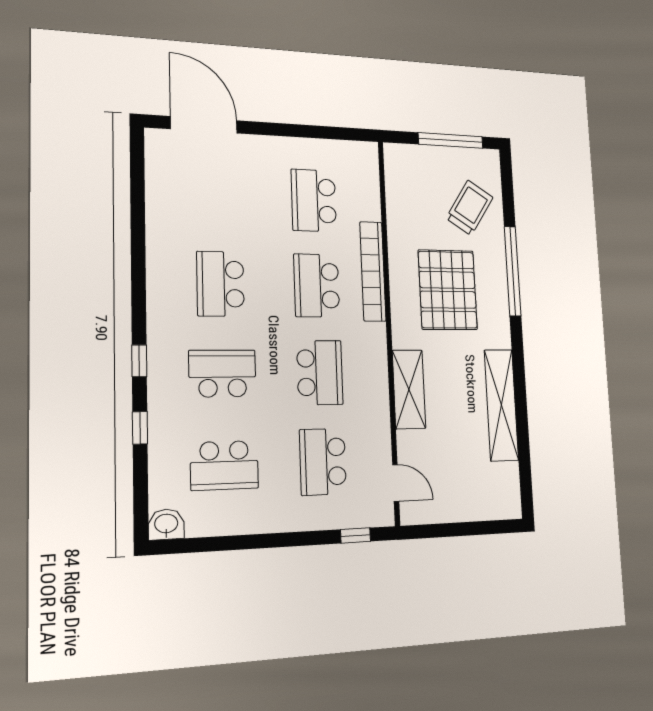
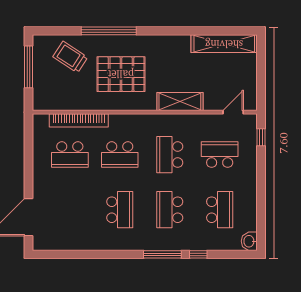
bookcase: (373, 271) -> (79, 120), moved
school desk: (220, 284) -> (120, 210), turned -90
window: (139, 361) -> (162, 254), width x2.17
school desk: (320, 373) -> (170, 155), turned -90
shelving: (501, 405) -> (224, 44), moved
school desk: (323, 462) -> (220, 155), turned 180

